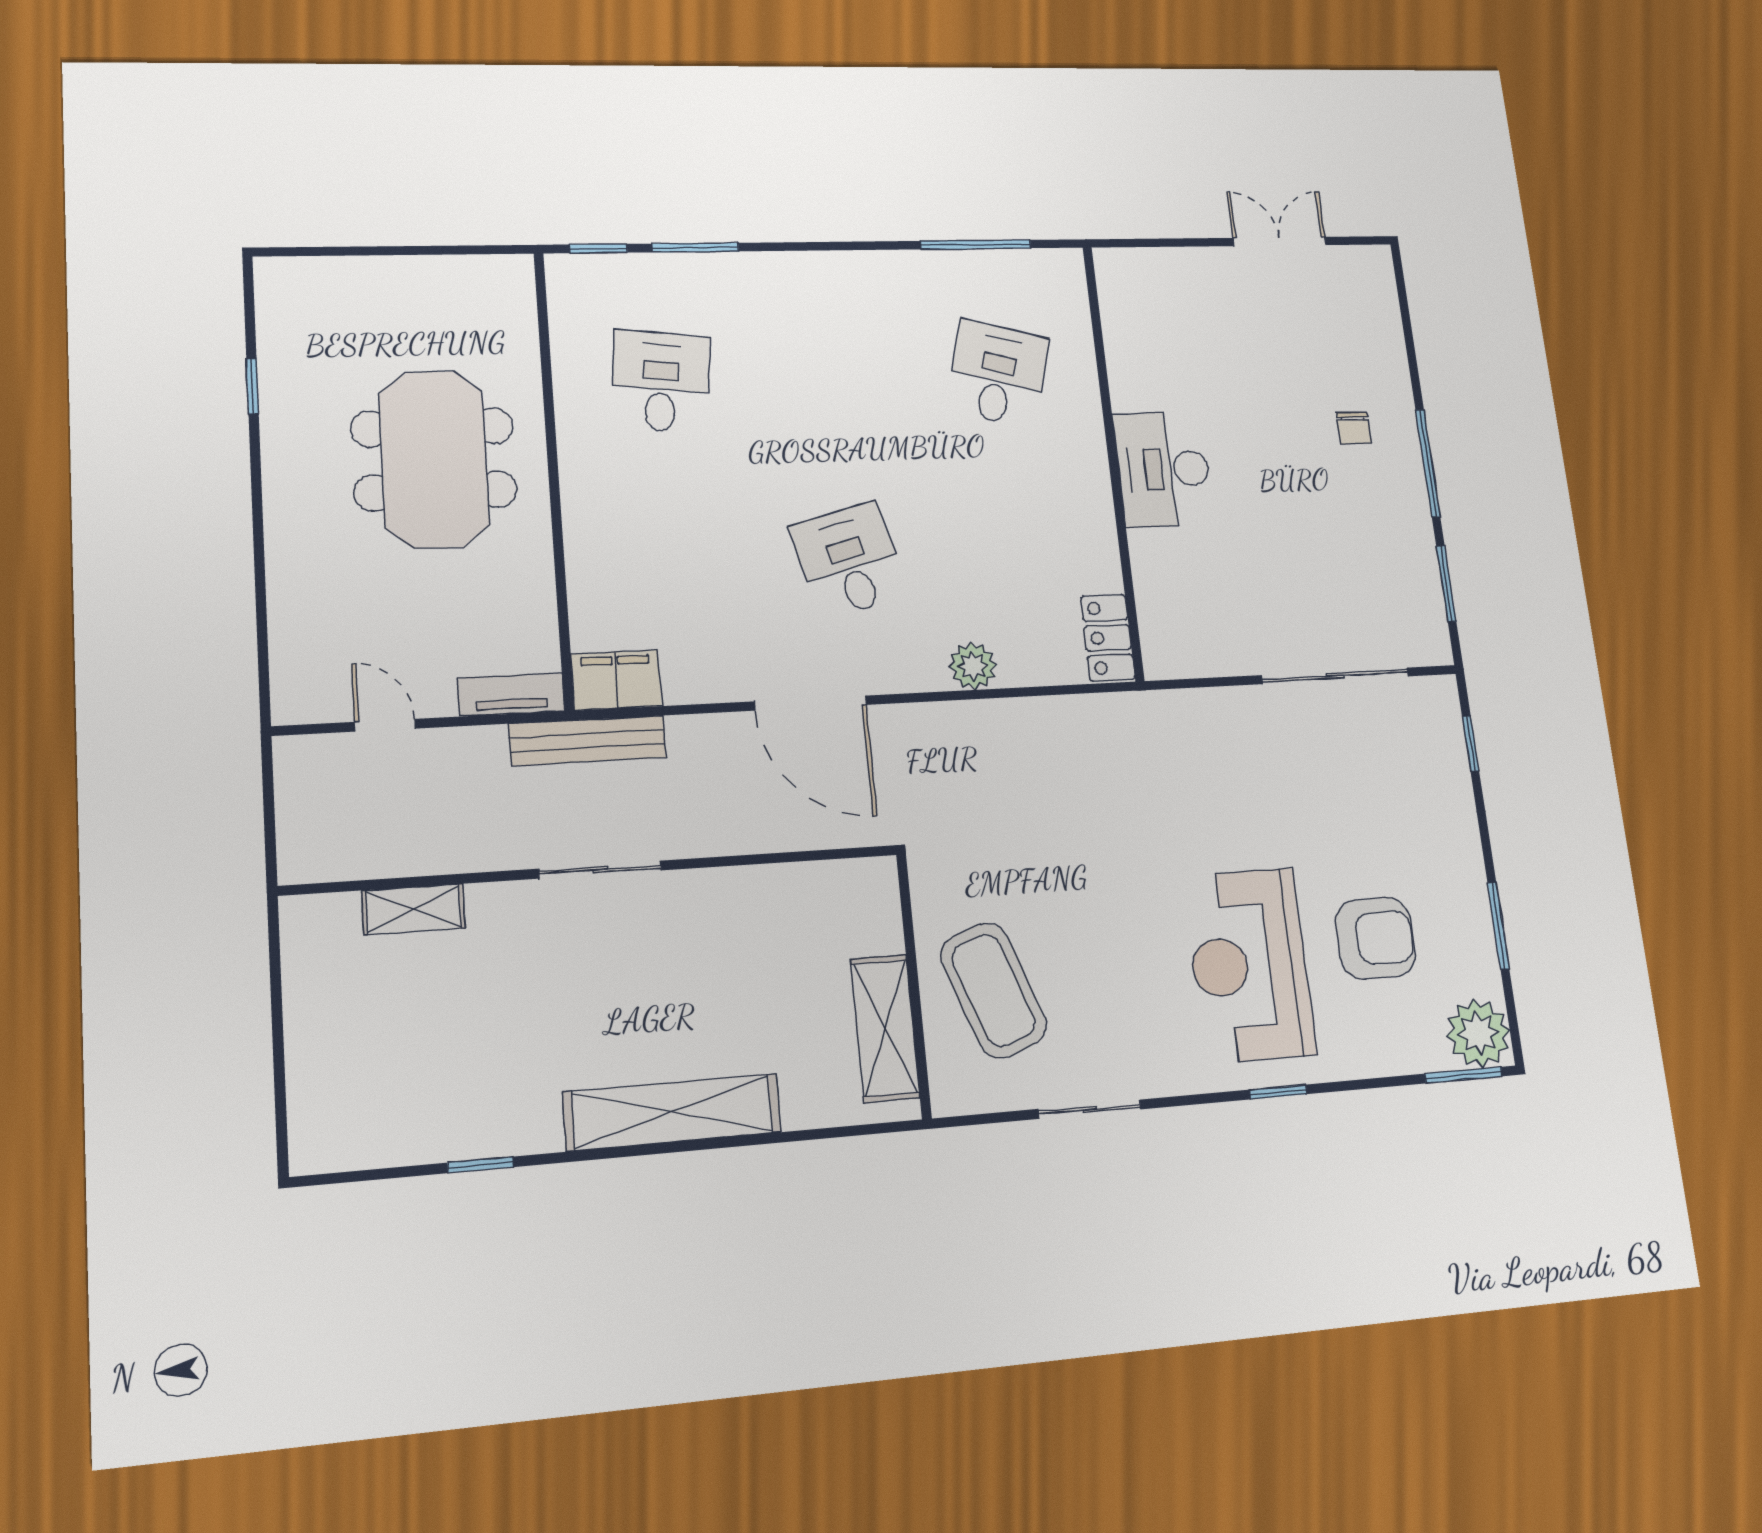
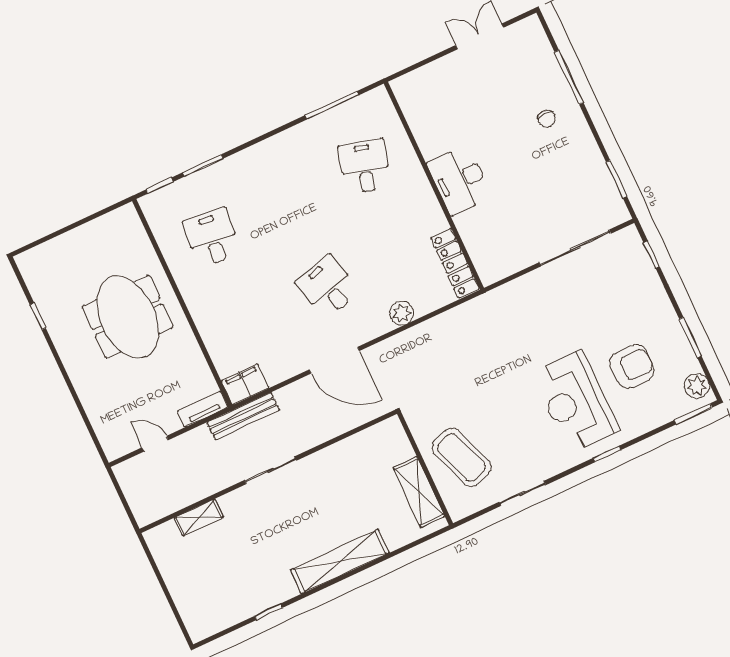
window: (1428, 463) -> (569, 77), moved
locker: (1108, 638) -> (455, 263), width x1.53
plant: (1478, 1033) -> (697, 386), width x0.73, depth x0.73

